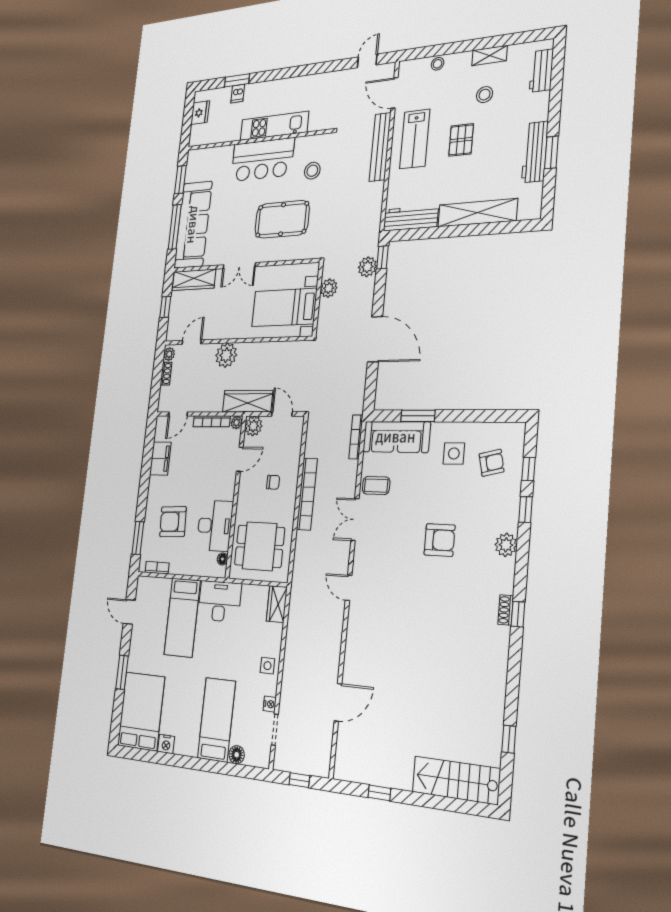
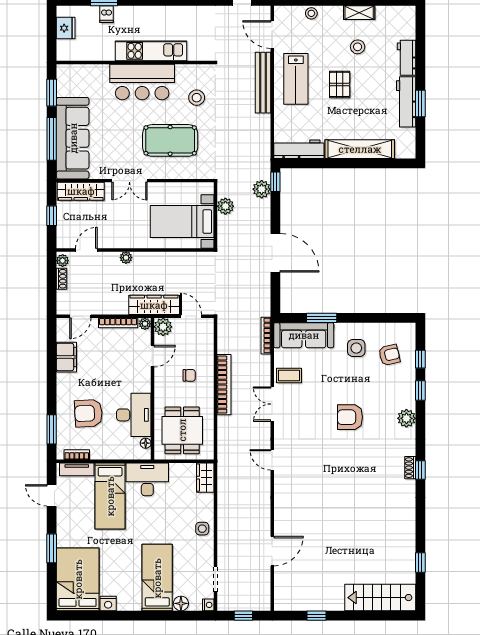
workbench: (541, 71) -> (407, 58), moved
plant: (226, 355) -> (126, 258), width x0.53, depth x0.53
armchair: (440, 540) -> (350, 417), turned 180
dining table: (260, 546) -> (182, 430), turned 90
tv unit: (155, 584) -> (77, 469), added
nightstand: (270, 704) -> (208, 605), moved

